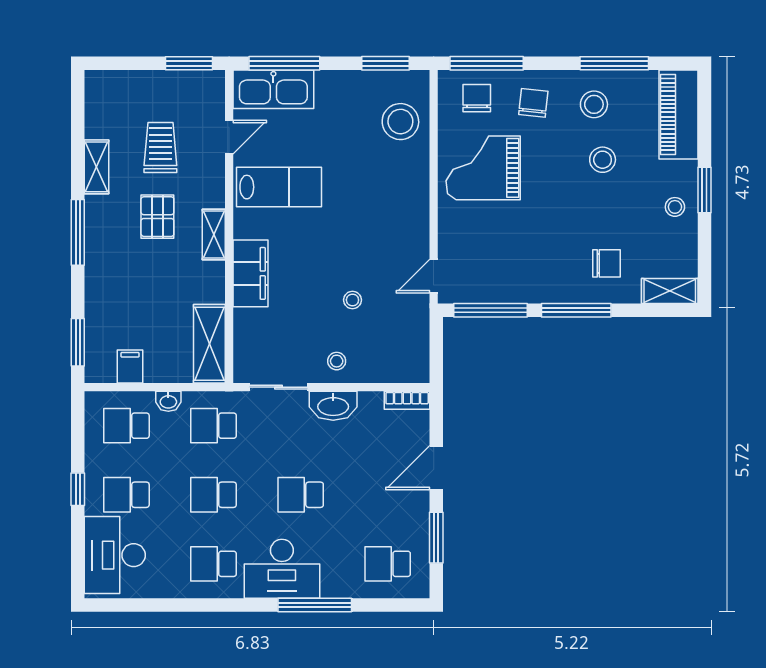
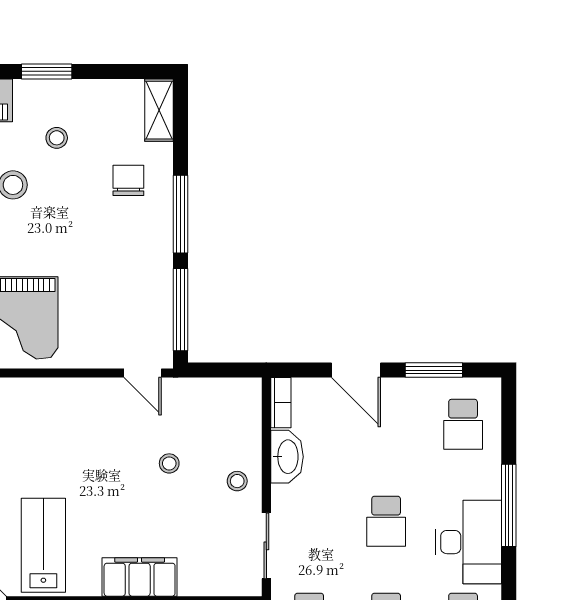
stool: (675, 207) -> (57, 138), moved
washbasin: (333, 406) -> (287, 457), moved

